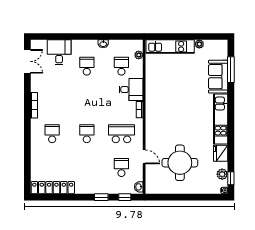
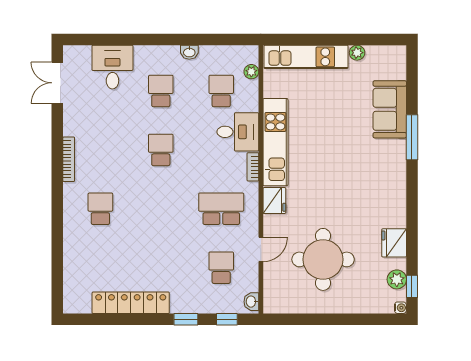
double door: (27, 61) -> (57, 83), swing flipped
window: (231, 70) -> (412, 137), moved
kitchen unit: (221, 119) -> (275, 142), moved, turned 180
fridge: (152, 129) -> (274, 200), added
school desk: (87, 134) -> (161, 150), moved
door: (144, 157) -> (261, 249), hinge flipped
locker: (53, 188) -> (131, 303), moved

